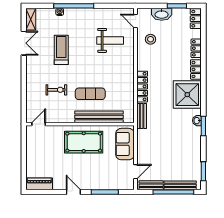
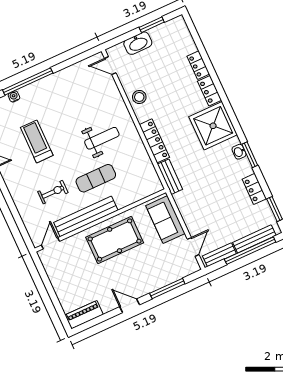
locker: (196, 19) -> (254, 189), moved
stool: (151, 39) -> (139, 97), moved
weight bench: (110, 40) -> (102, 138), moved
bench: (99, 117) -> (86, 216), moved

